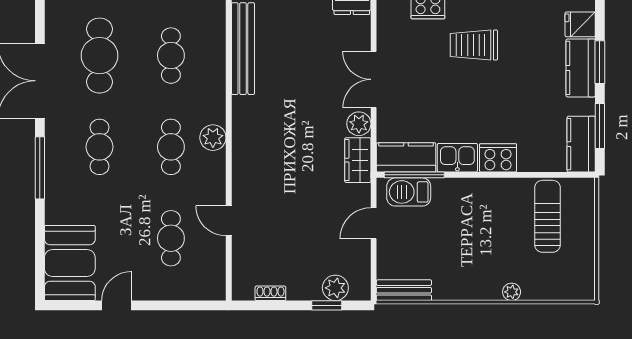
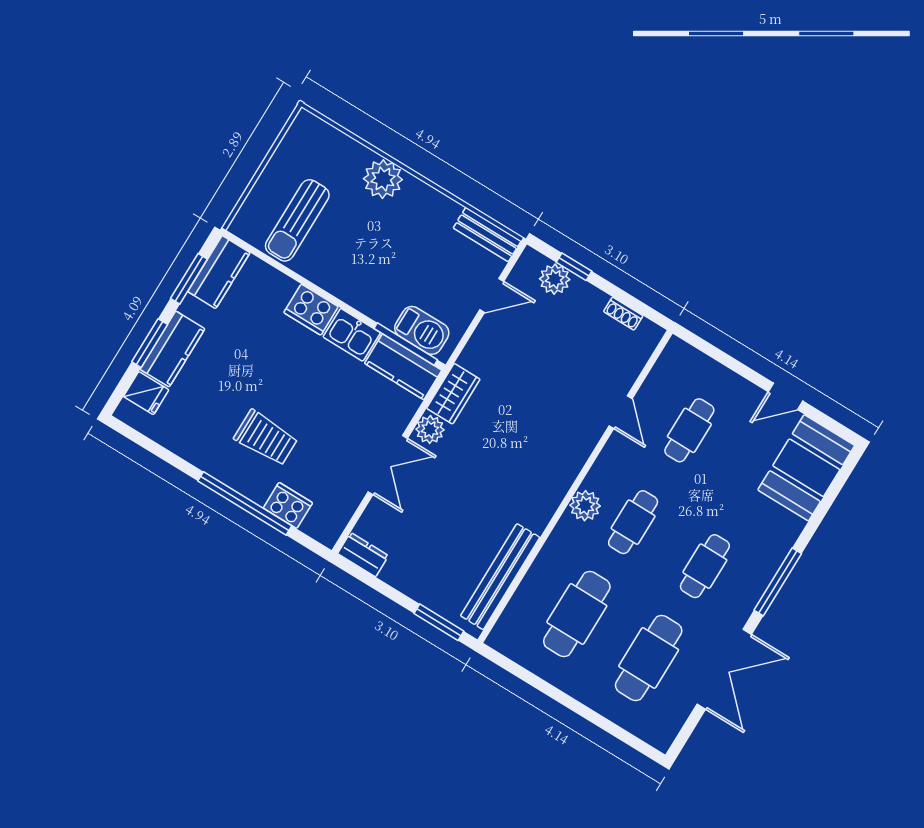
cafe table: (171, 56) -> (577, 614), width x1.37, depth x1.35
door: (374, 223) -> (492, 295), moved
plant: (512, 292) -> (383, 179), width x1.88, depth x1.88

